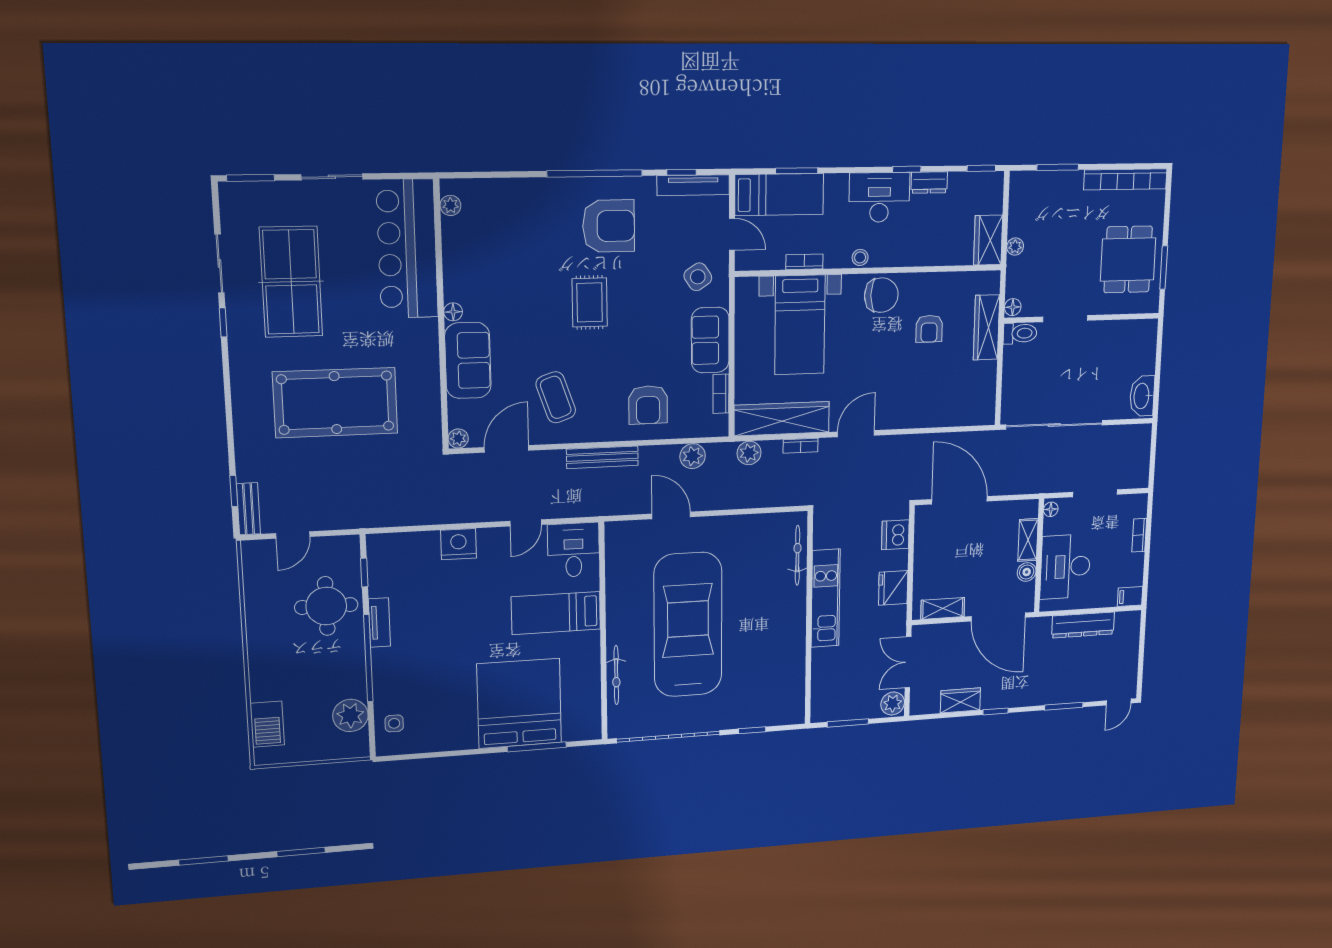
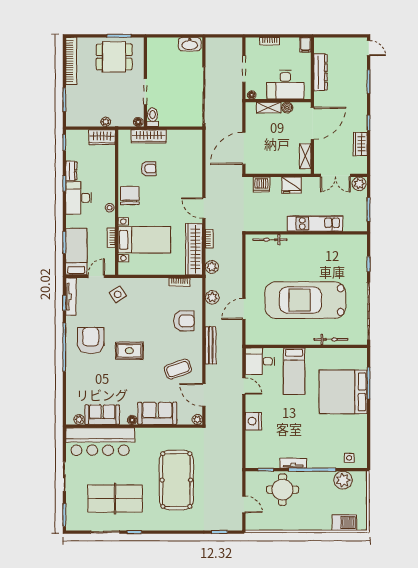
sofa: (710, 340) -> (102, 415), moved, turned 180
bench: (248, 509) -> (229, 525), removed
kitchen unit: (826, 598) -> (315, 224), moved

